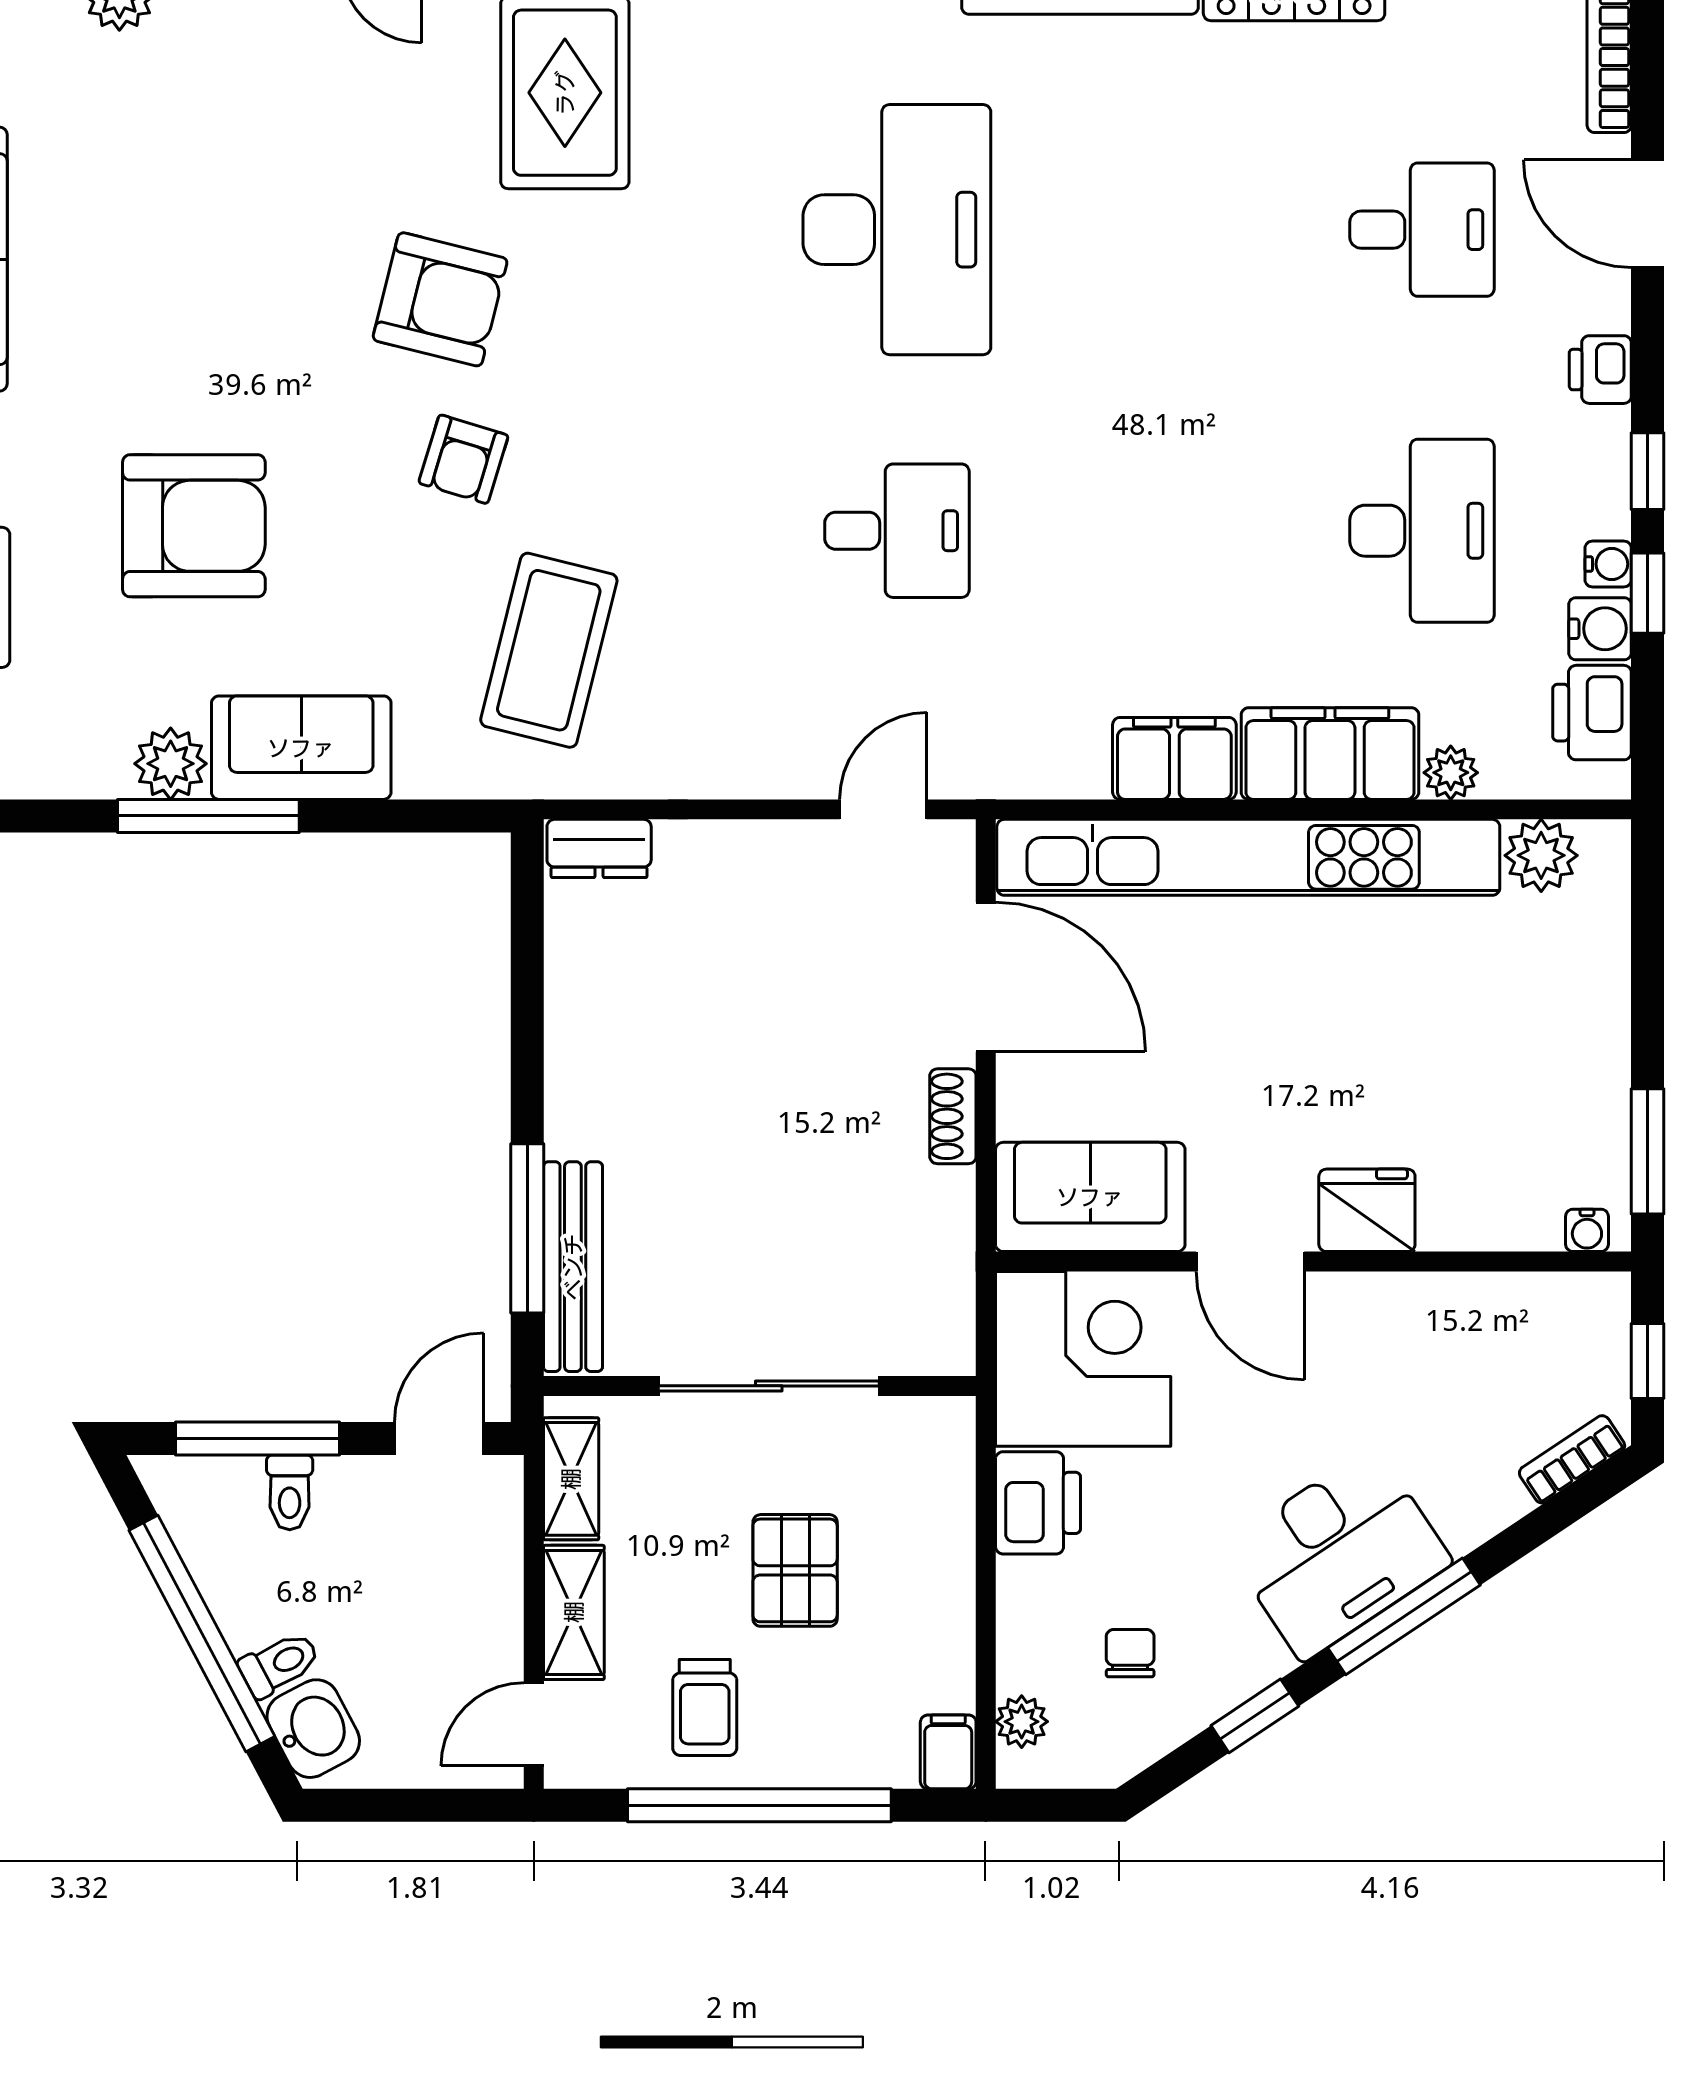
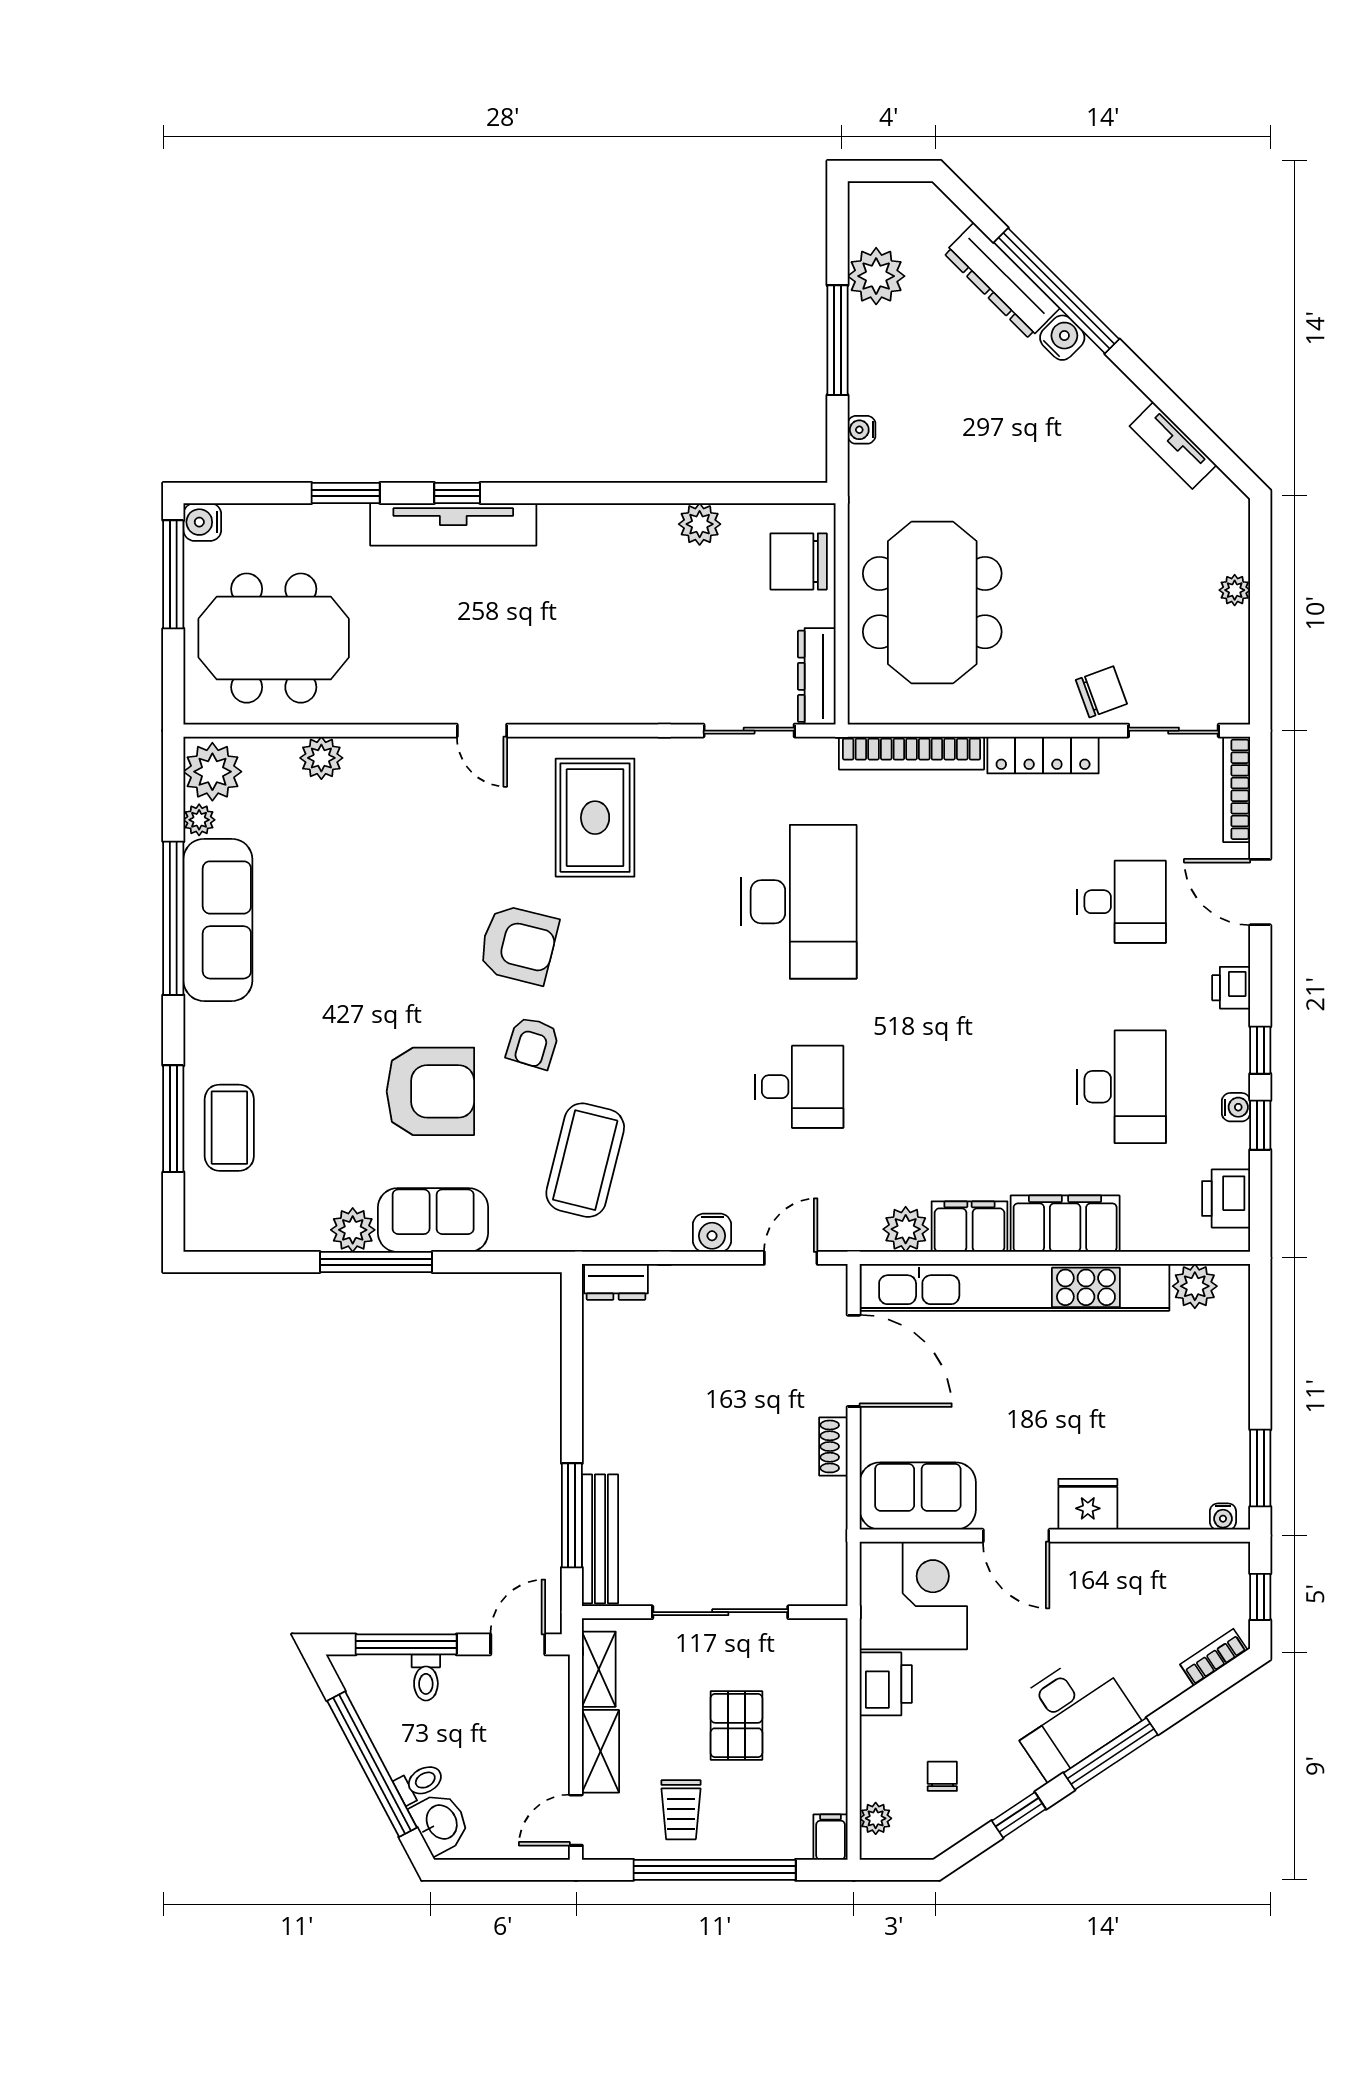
armchair: (194, 526) -> (430, 1091), moved
water cooler: (1600, 629) -> (712, 1233), moved, turned 90
plant: (1451, 773) -> (906, 1229), moved, width x1.38, depth x1.38

